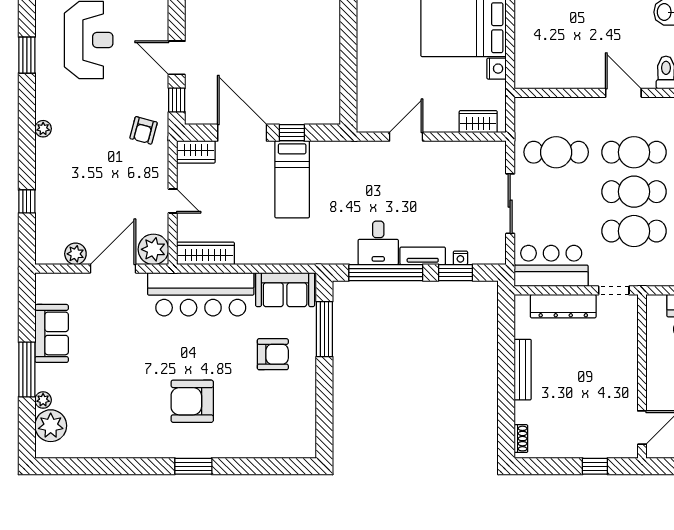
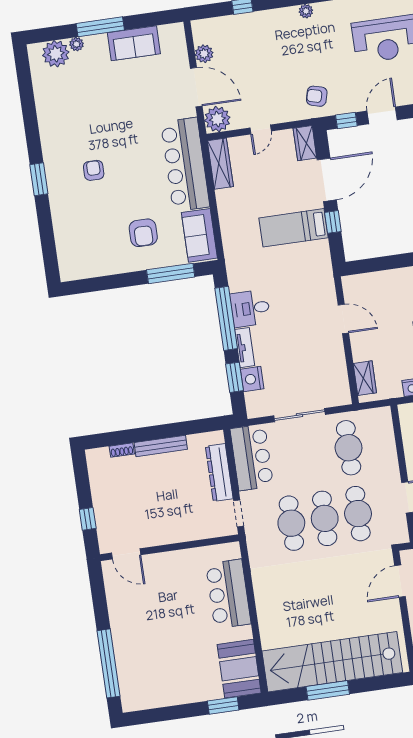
nightstand: (460, 258) -> (252, 379), width x1.89, depth x1.79
armchair: (192, 401) -> (94, 170), width x0.53, depth x0.53
shoe rack: (521, 439) -> (122, 450), moved

